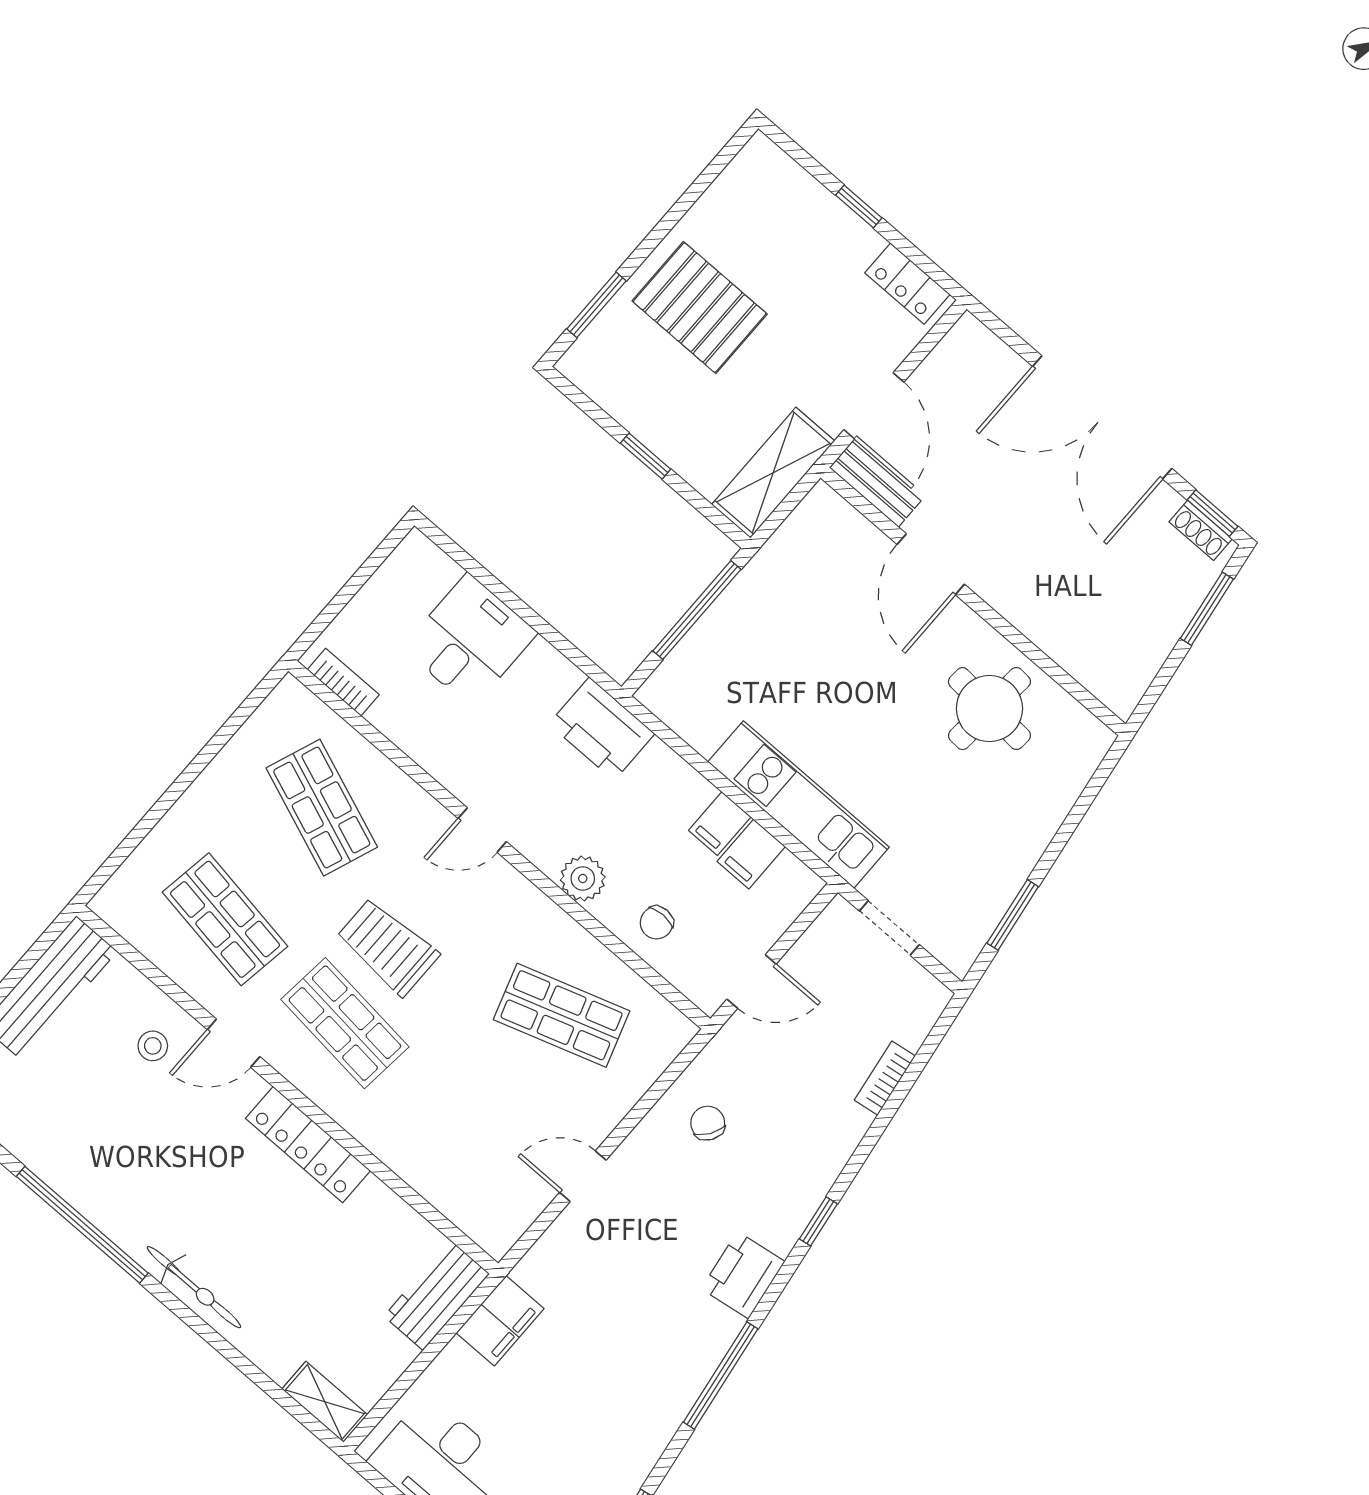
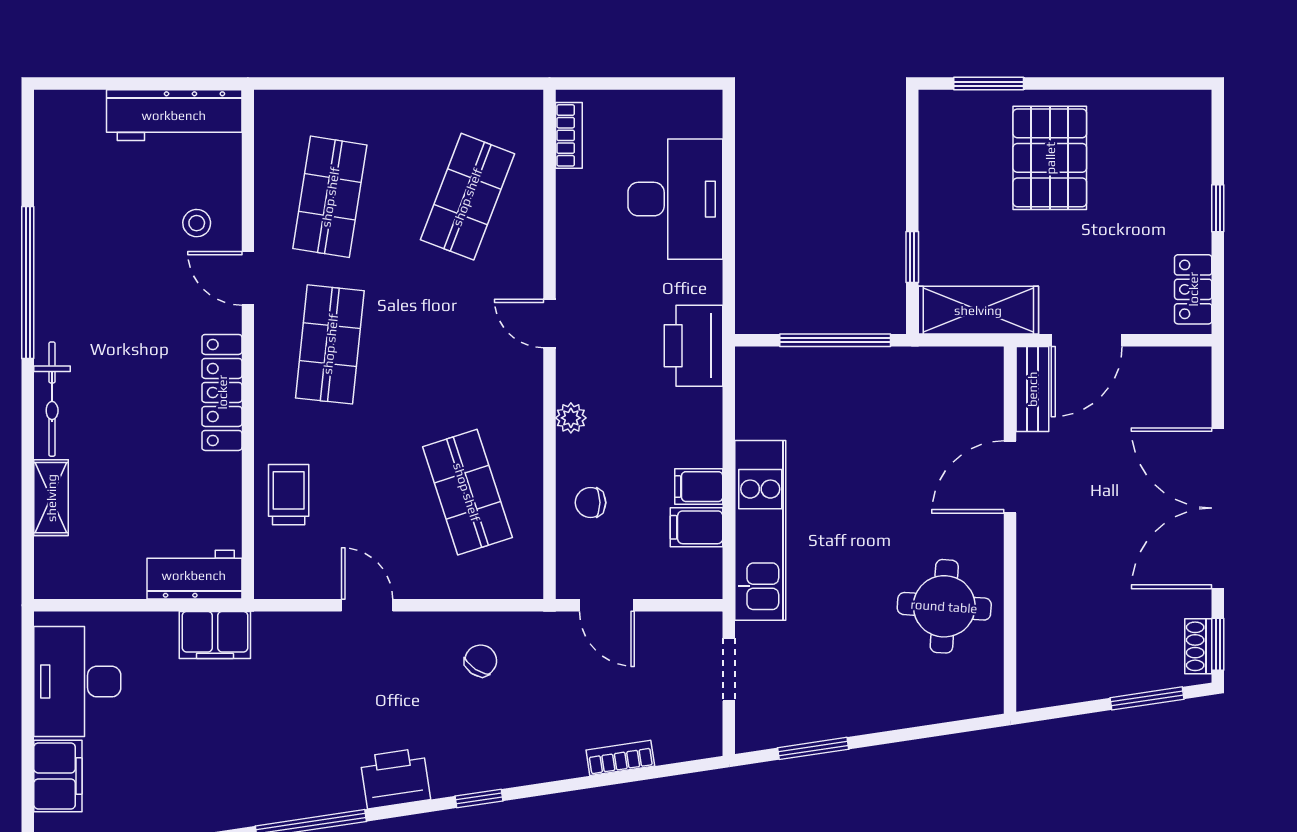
window: (646, 456) -> (912, 257), moved
desk: (470, 640) -> (675, 199), width x1.37
plant: (583, 878) -> (571, 418), width x0.73, depth x0.73
trolley: (388, 947) -> (289, 495), moved, width x0.73, depth x0.72
shelving: (325, 1402) -> (51, 498), moved

